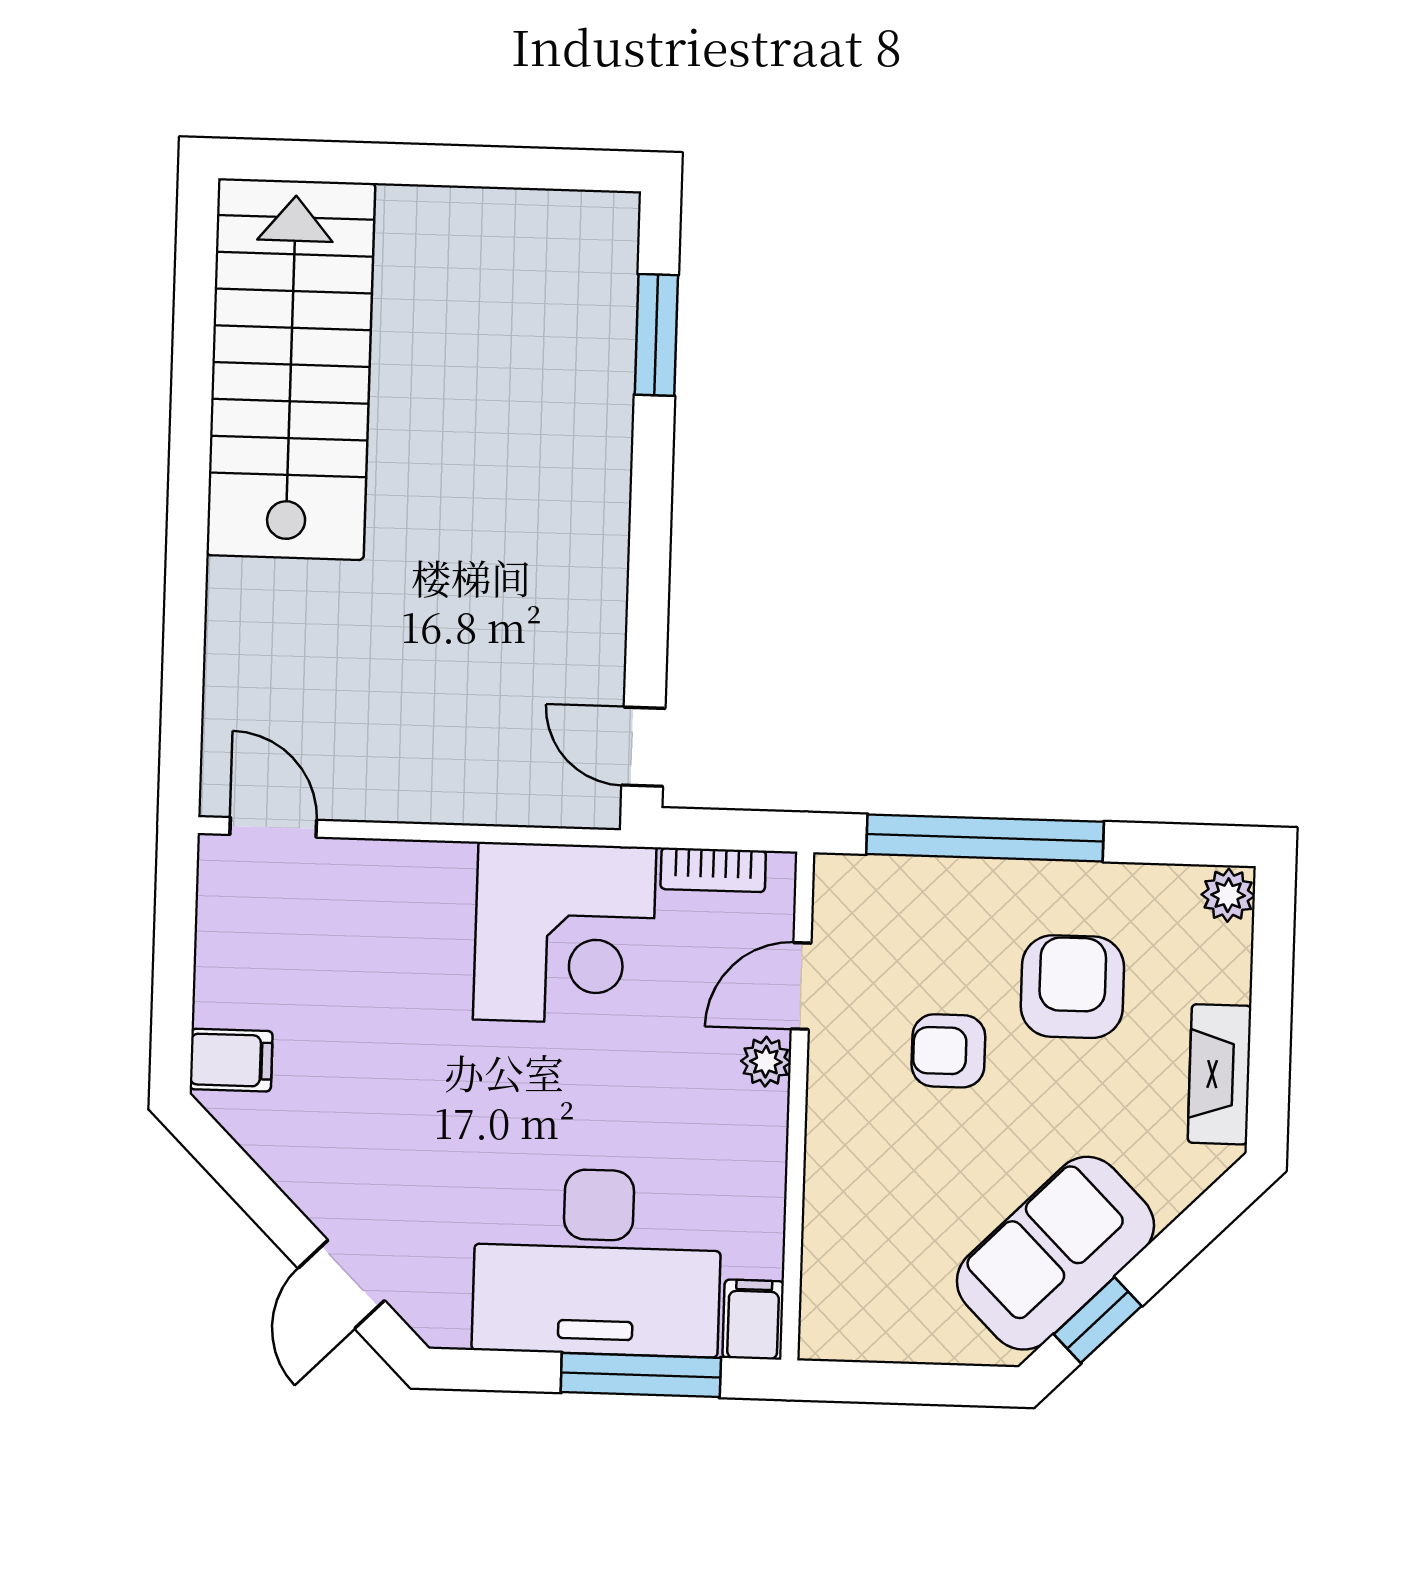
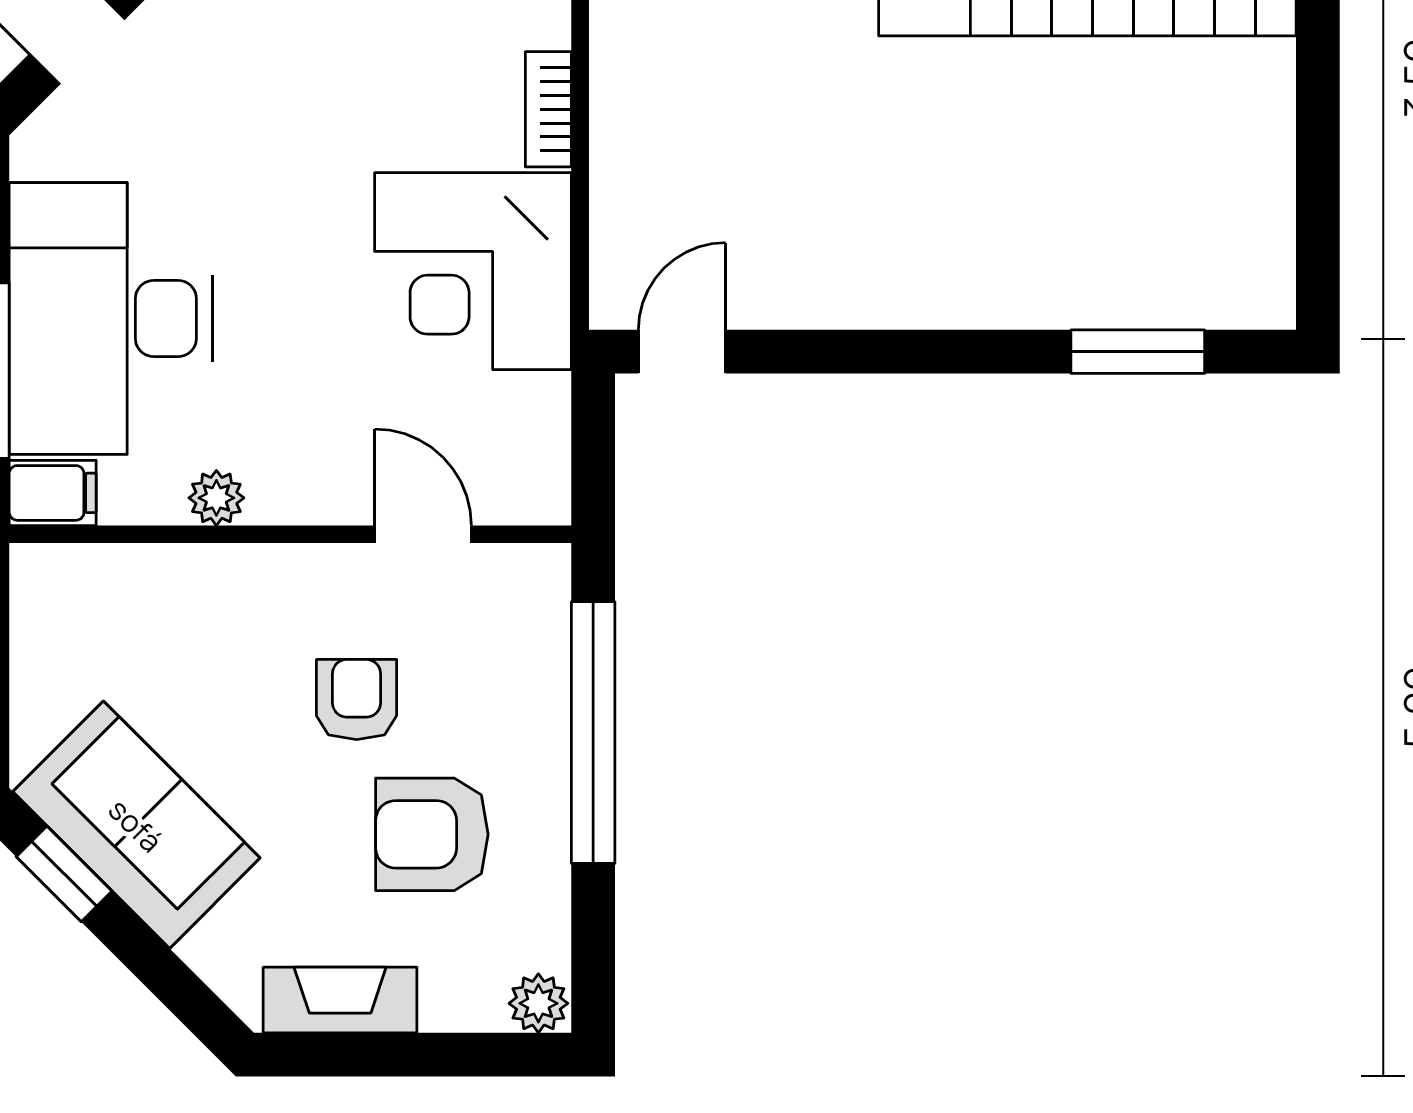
bookcase: (713, 870) -> (548, 109), moved
armchair: (1072, 987) -> (432, 834), turned 180
plant: (766, 1062) -> (216, 498), moved

